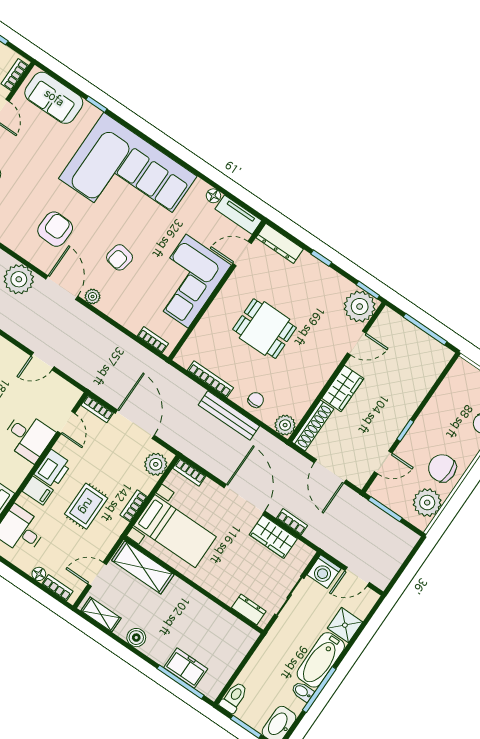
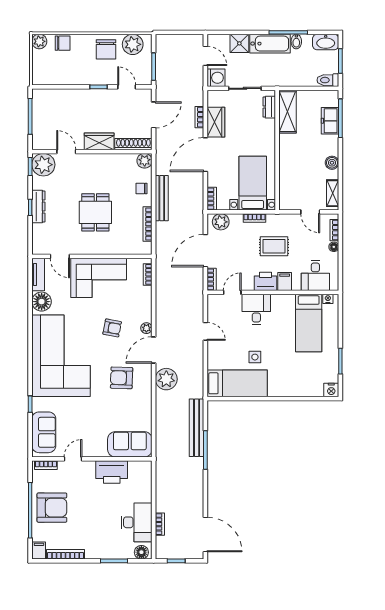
floor lamp: (213, 196) -> (42, 302), width x1.89, depth x1.89
dresser: (280, 243) -> (38, 207), moved
shelving: (143, 567) -> (288, 112), moved

